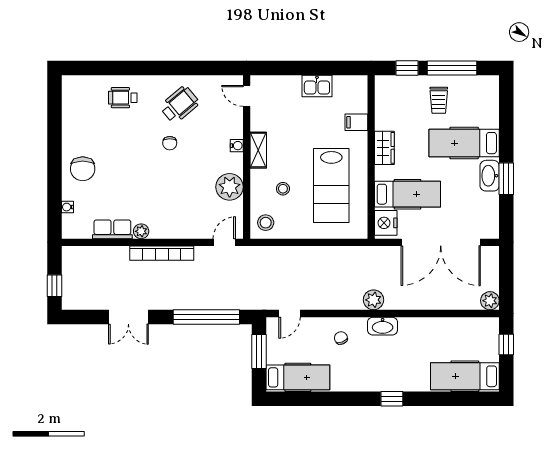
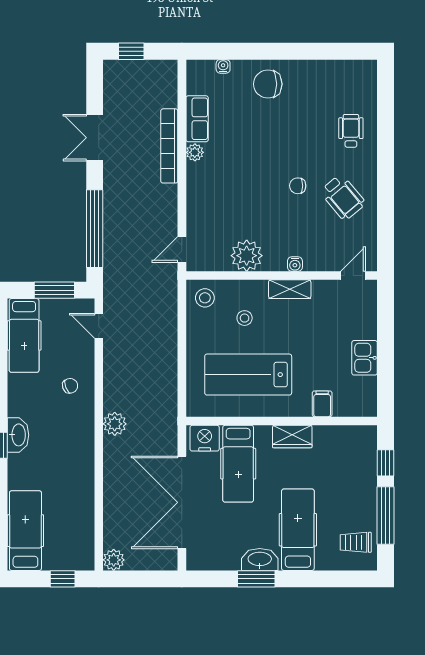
trolley: (439, 100) -> (356, 542), moved
door: (224, 242) -> (182, 249), swing flipped
bookcase: (162, 253) -> (169, 146), moved
washbasin: (383, 326) -> (18, 435), moved, turned 180

